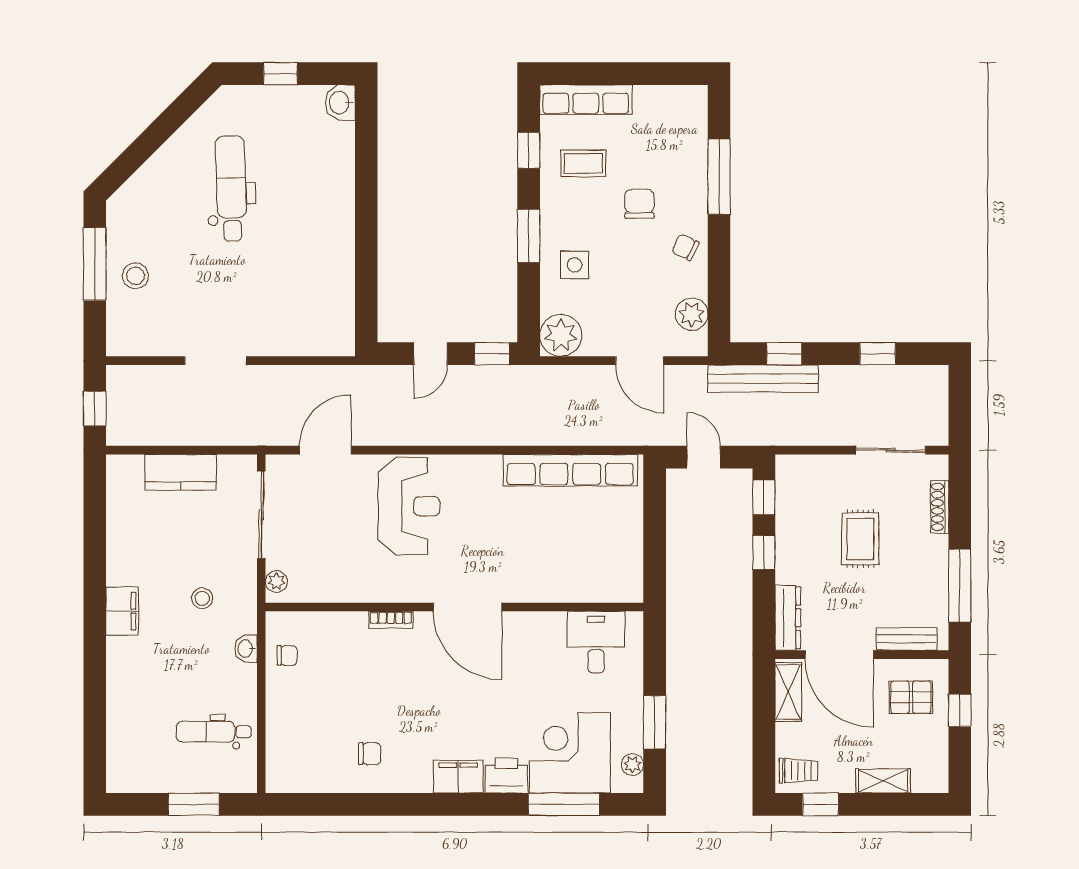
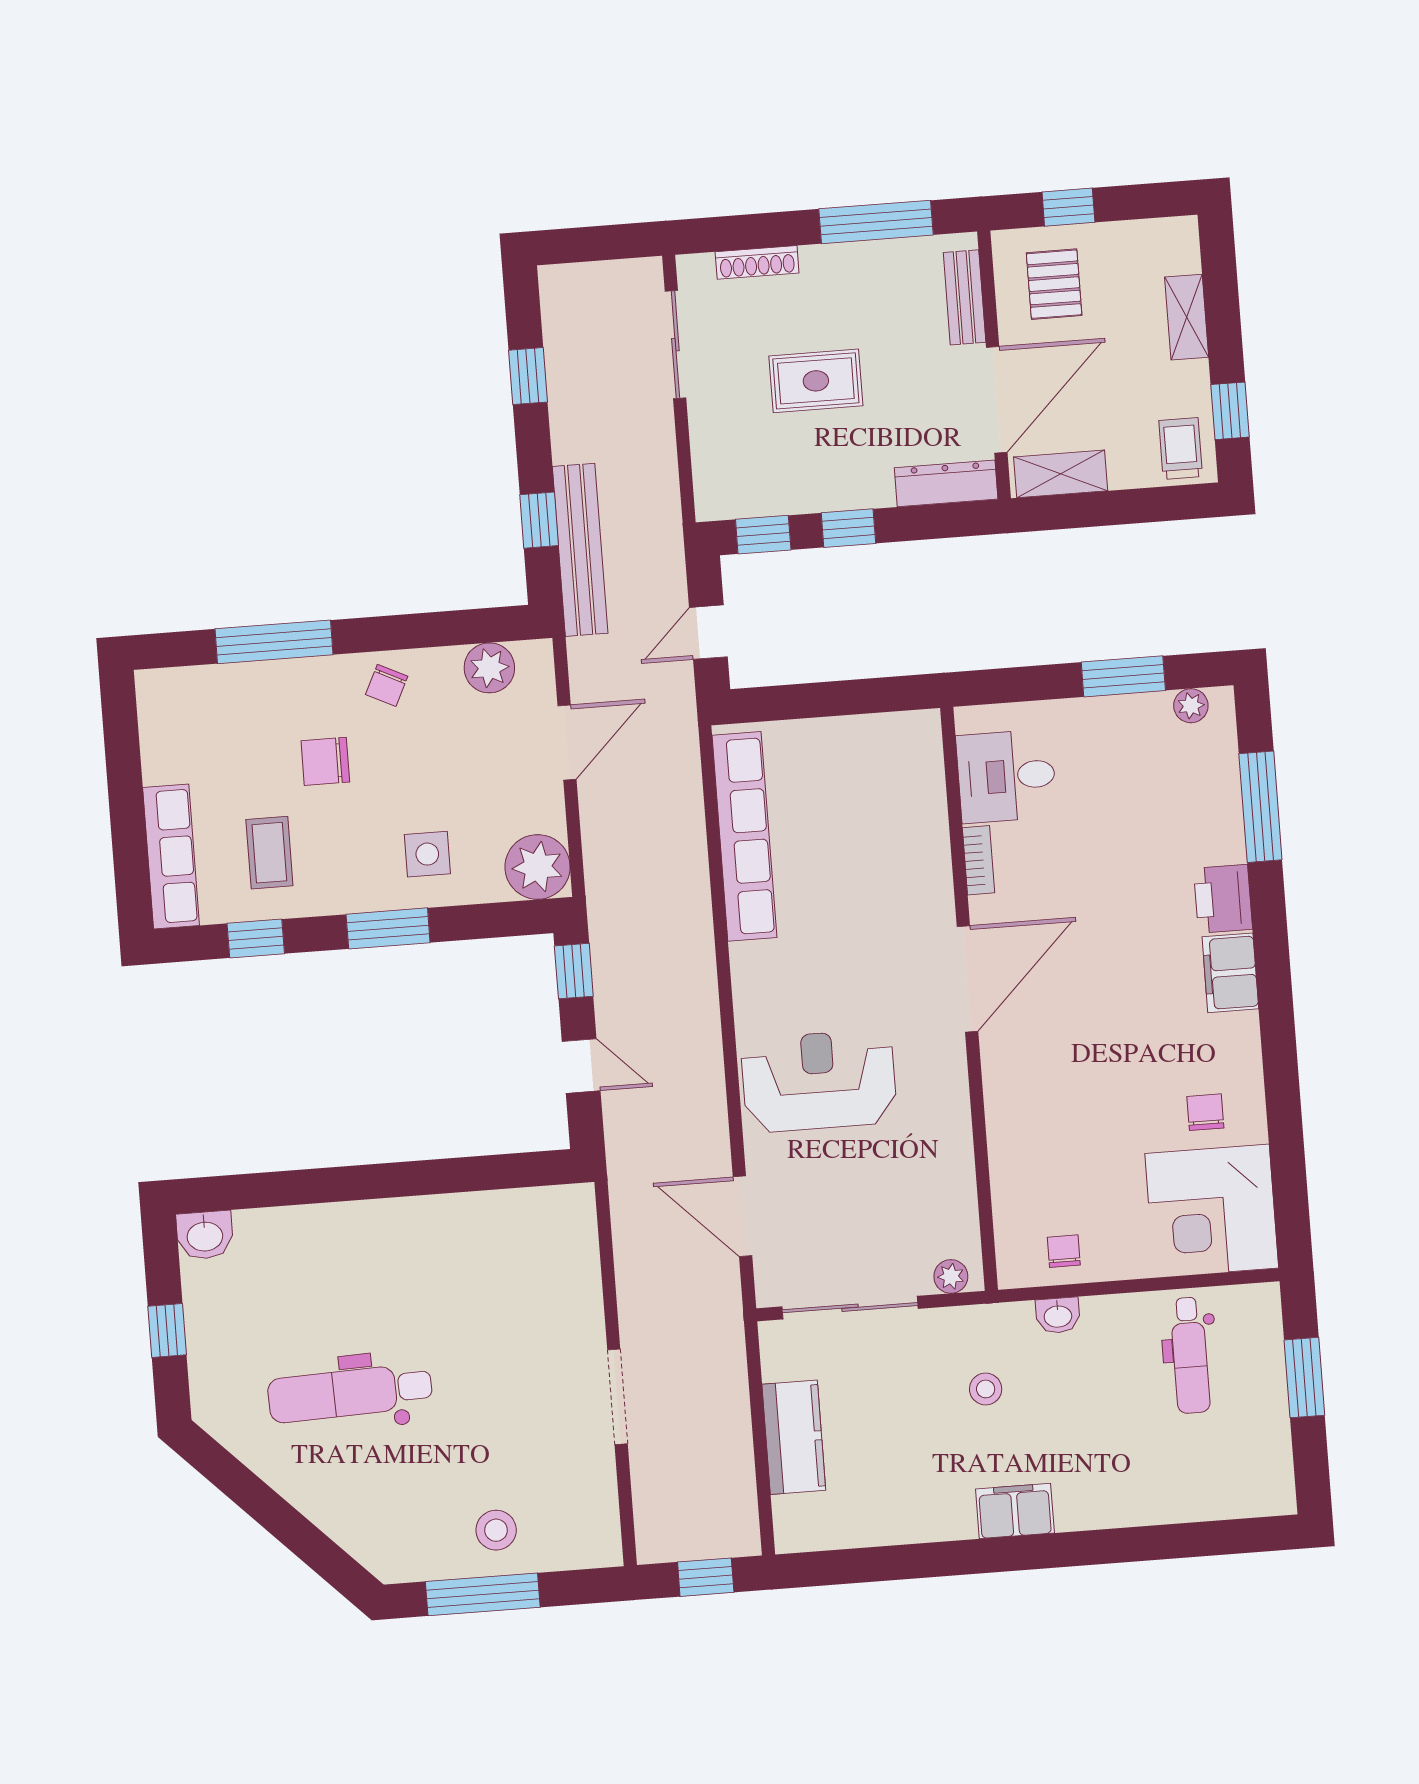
bookcase: (391, 620) -> (978, 860), moved
corner desk: (570, 753) -> (1212, 1211), moved

